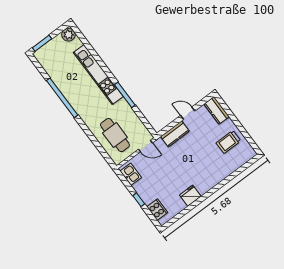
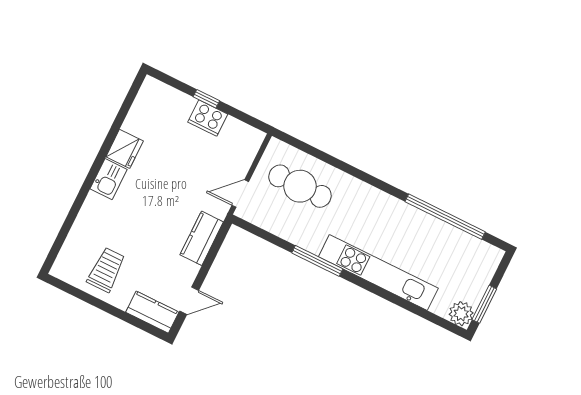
window: (42, 43) -> (484, 304), moved
window: (62, 98) -> (445, 217), moved
door: (188, 113) -> (189, 301), moved
kitchen sink: (131, 174) -> (109, 179), moved, turned -90
cooker: (157, 210) -> (208, 118), moved

